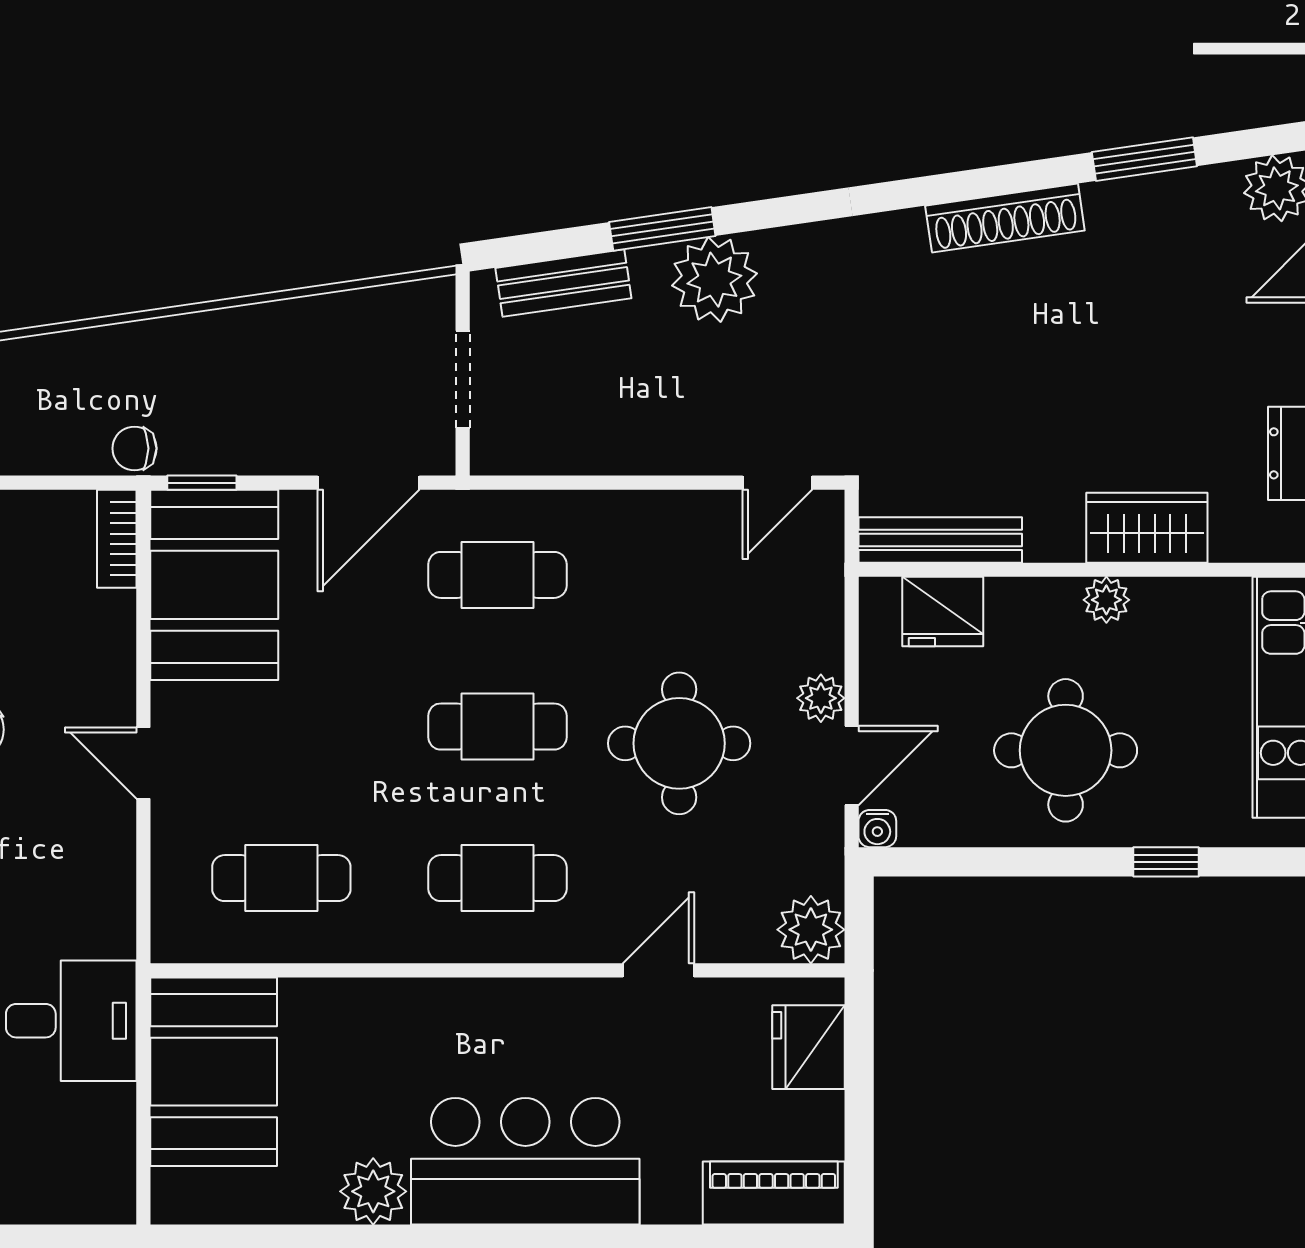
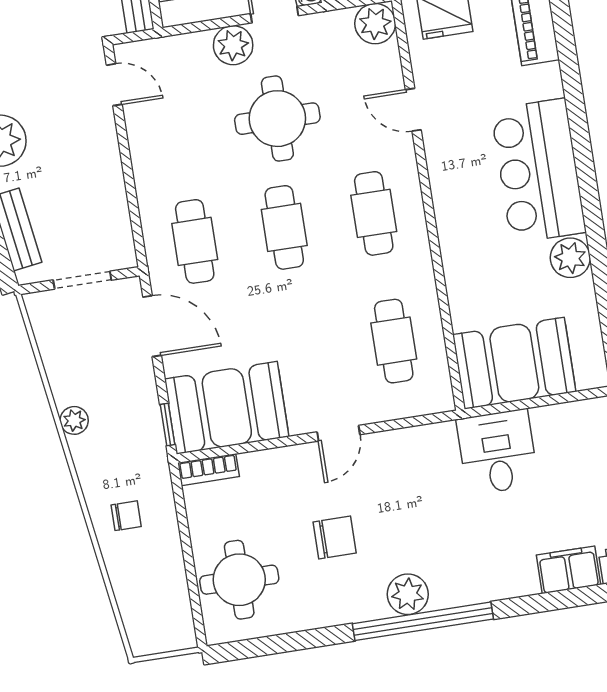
plant: (233, 329) -> (74, 420), added
chair: (134, 448) -> (126, 516), moved, turned -90
plant: (821, 698) -> (233, 45), width x1.38, depth x1.38

